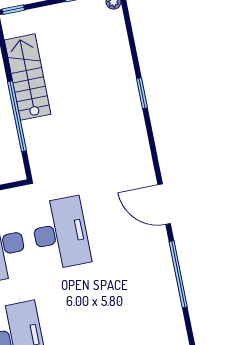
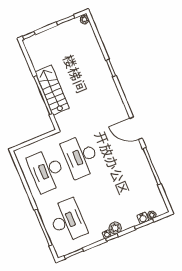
stairs: (28, 77) -> (52, 90), moved
desk: (60, 233) -> (81, 156), turned 180

